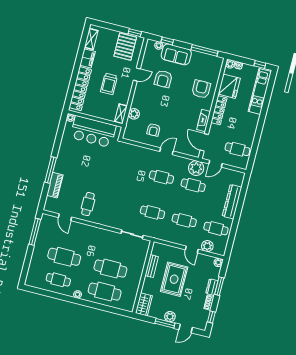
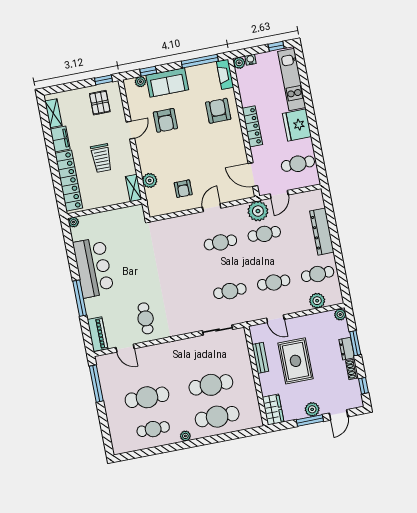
pallet: (125, 47) -> (100, 103), width x0.67, depth x0.71
fridge: (229, 86) -> (297, 125), moved, turned 180
fireplace: (204, 120) -> (225, 74), moved
bar counter: (93, 132) -> (93, 268), moved, turned -90
piano: (55, 185) -> (98, 334), moved
door: (192, 250) -> (275, 319), moved

